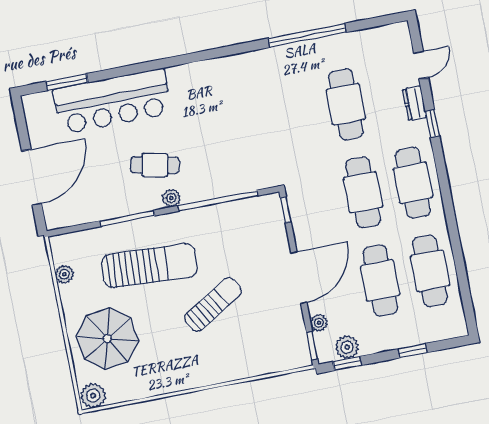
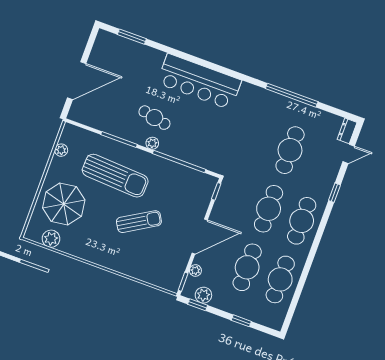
bar counter: (112, 101) -> (199, 82), moved
dresser: (415, 103) -> (347, 131), moved
plant: (93, 396) -> (51, 239), moved

